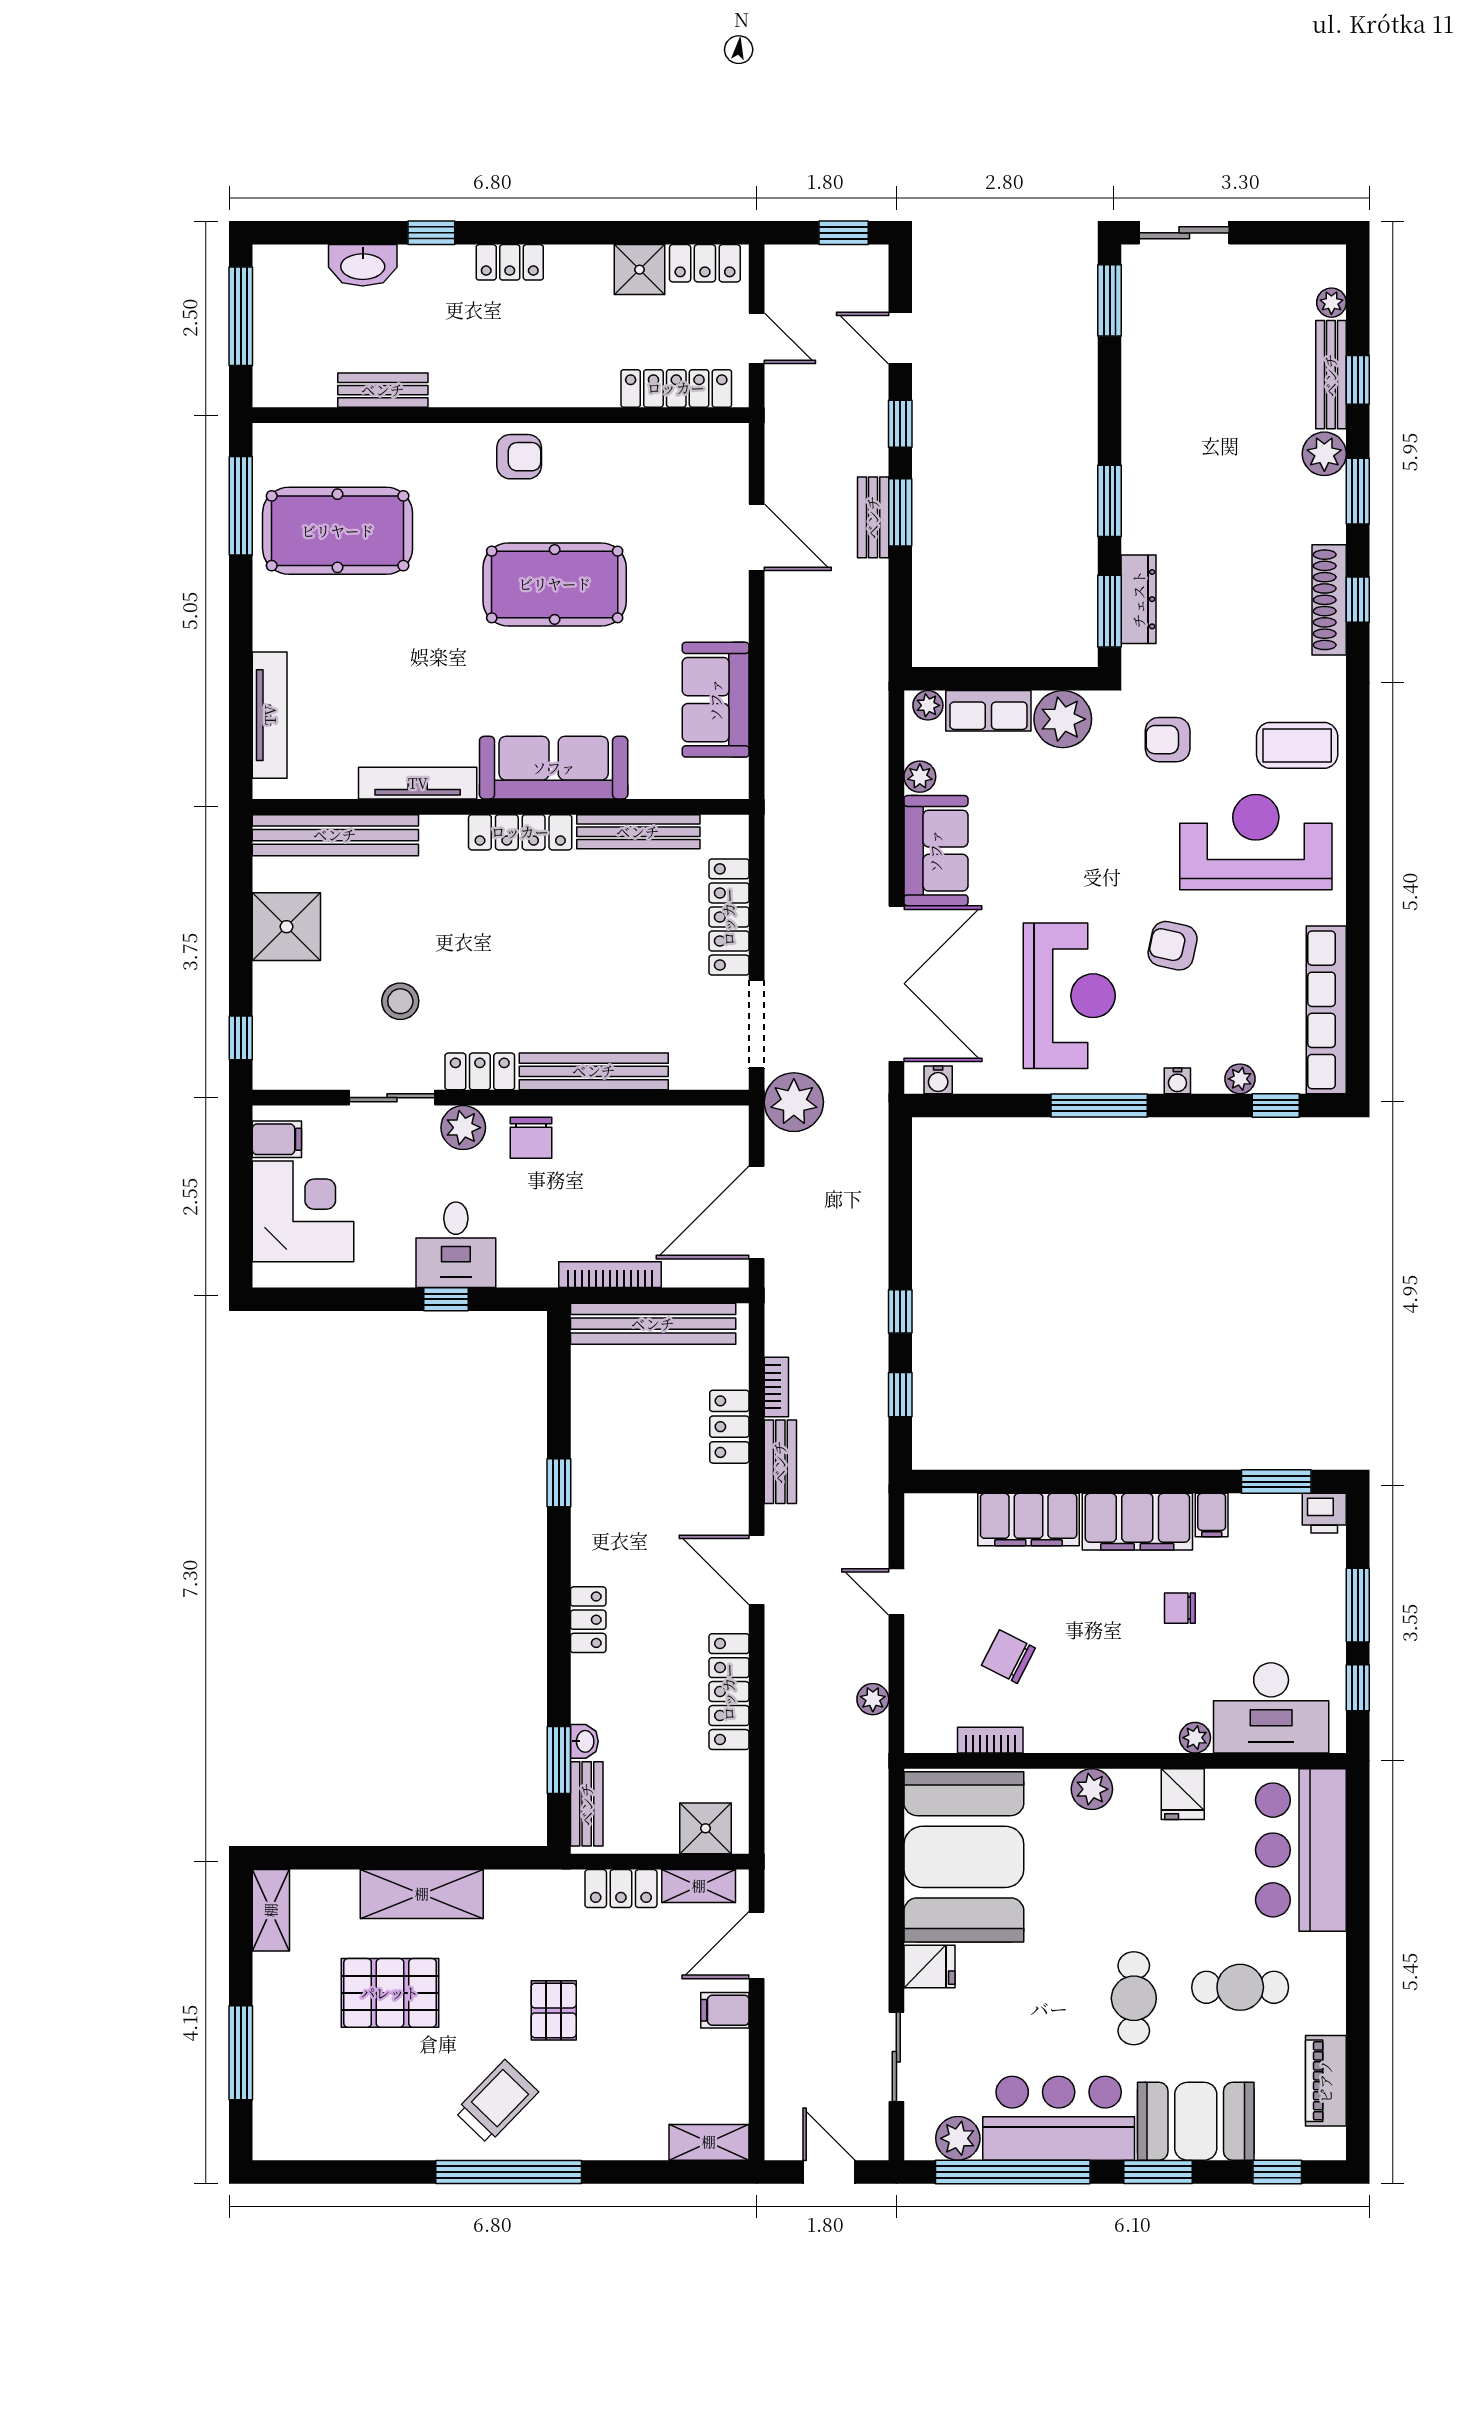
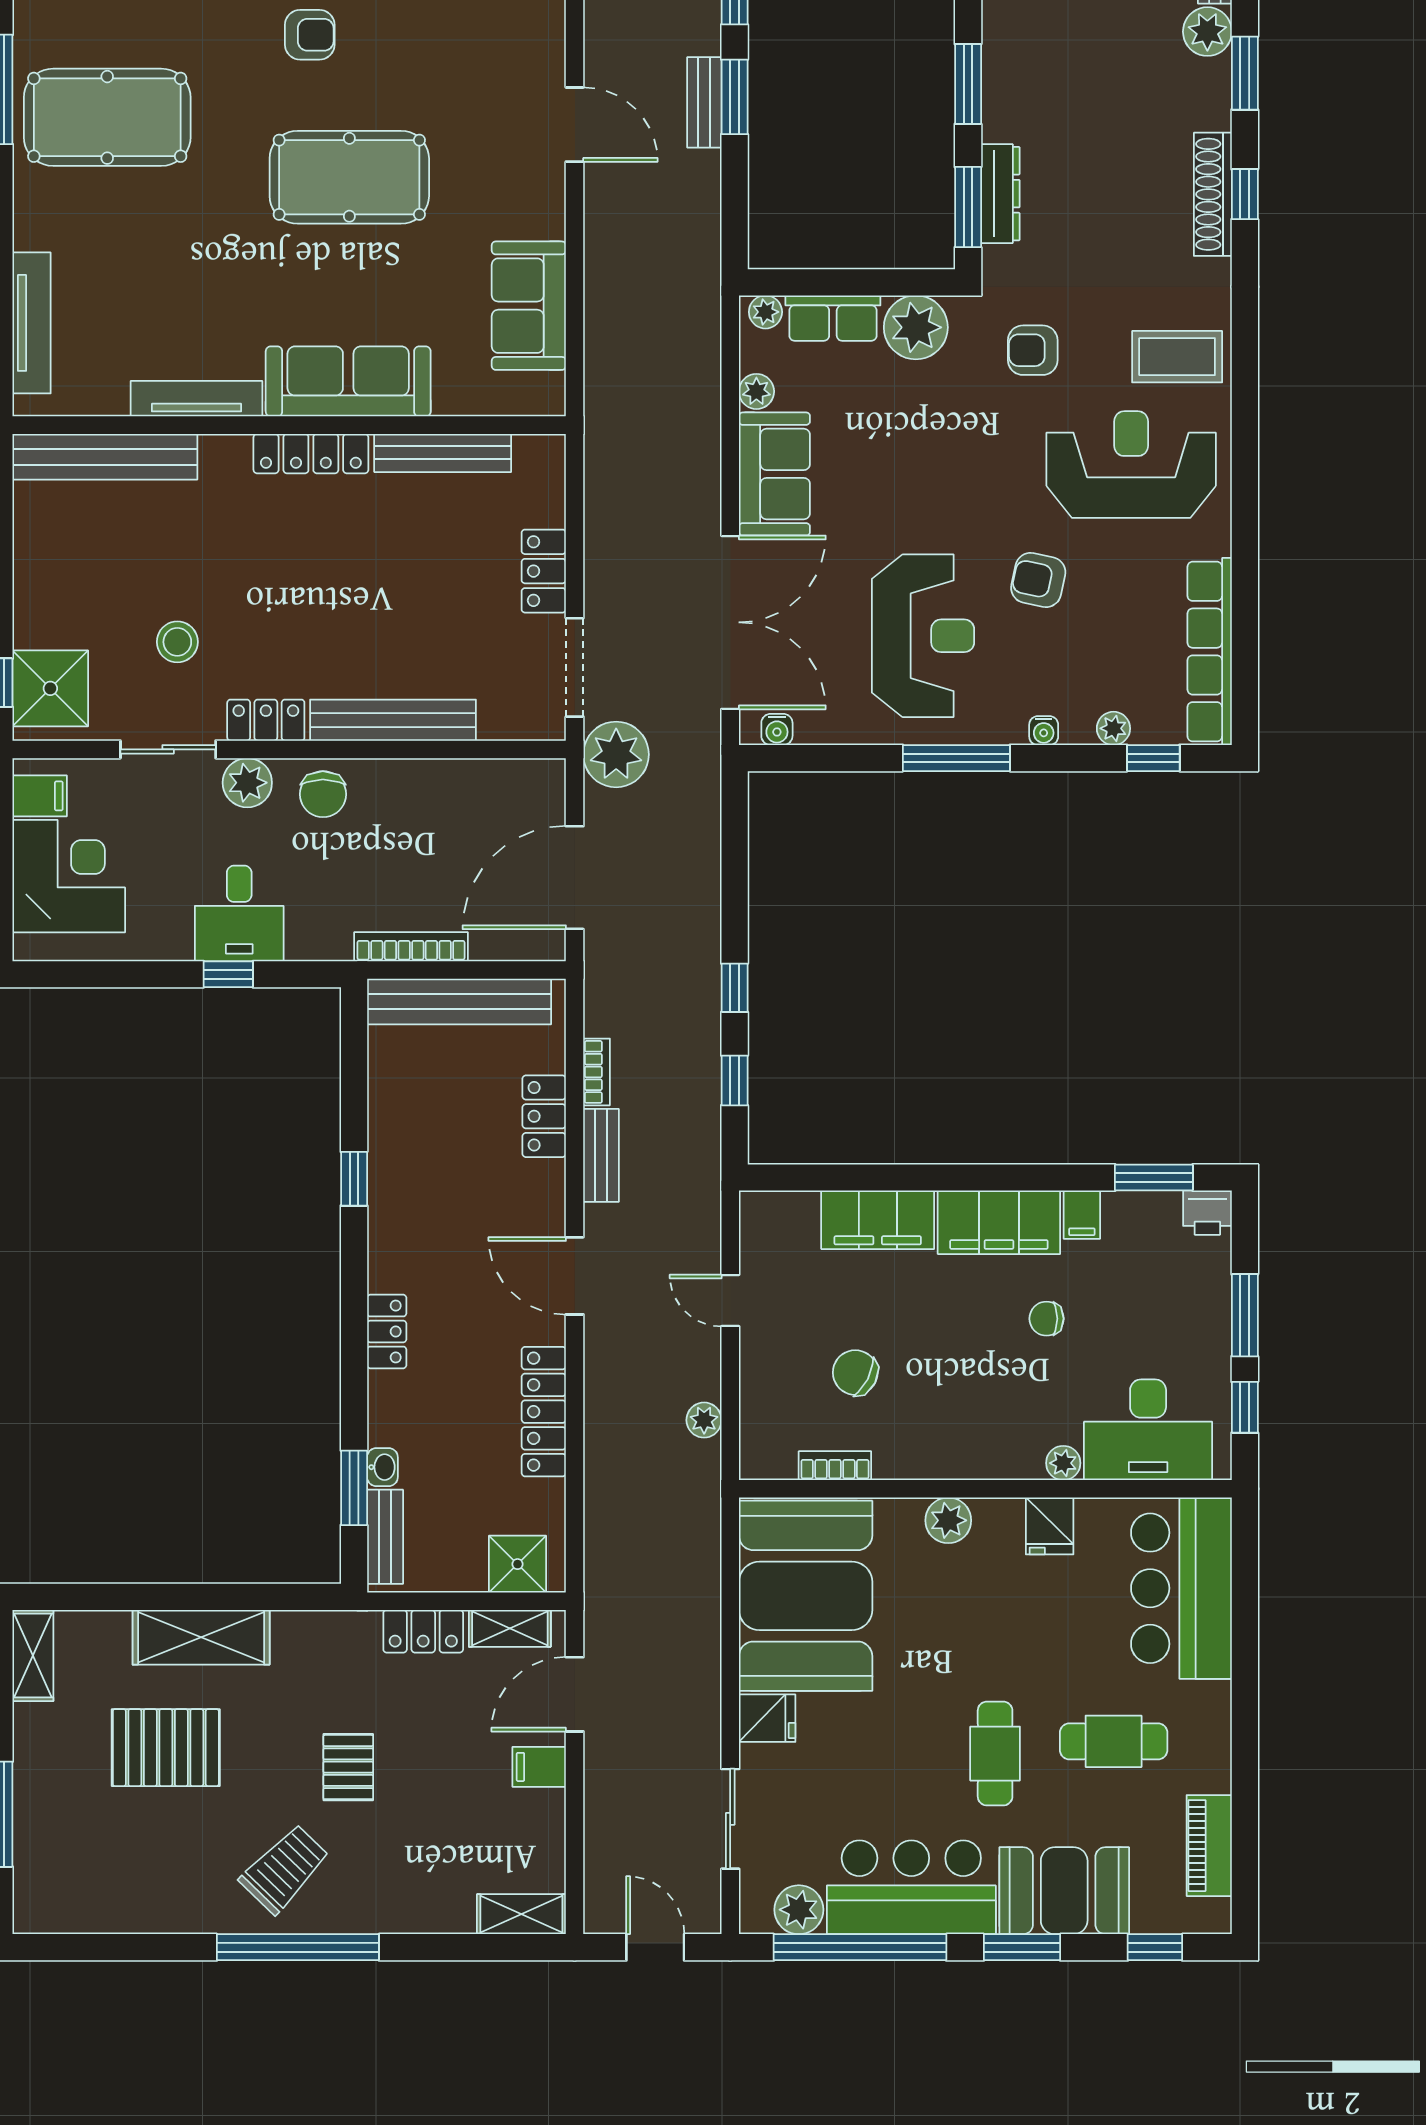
locker: (729, 917) -> (544, 571), width x0.66
shower: (286, 927) -> (50, 688), moved

